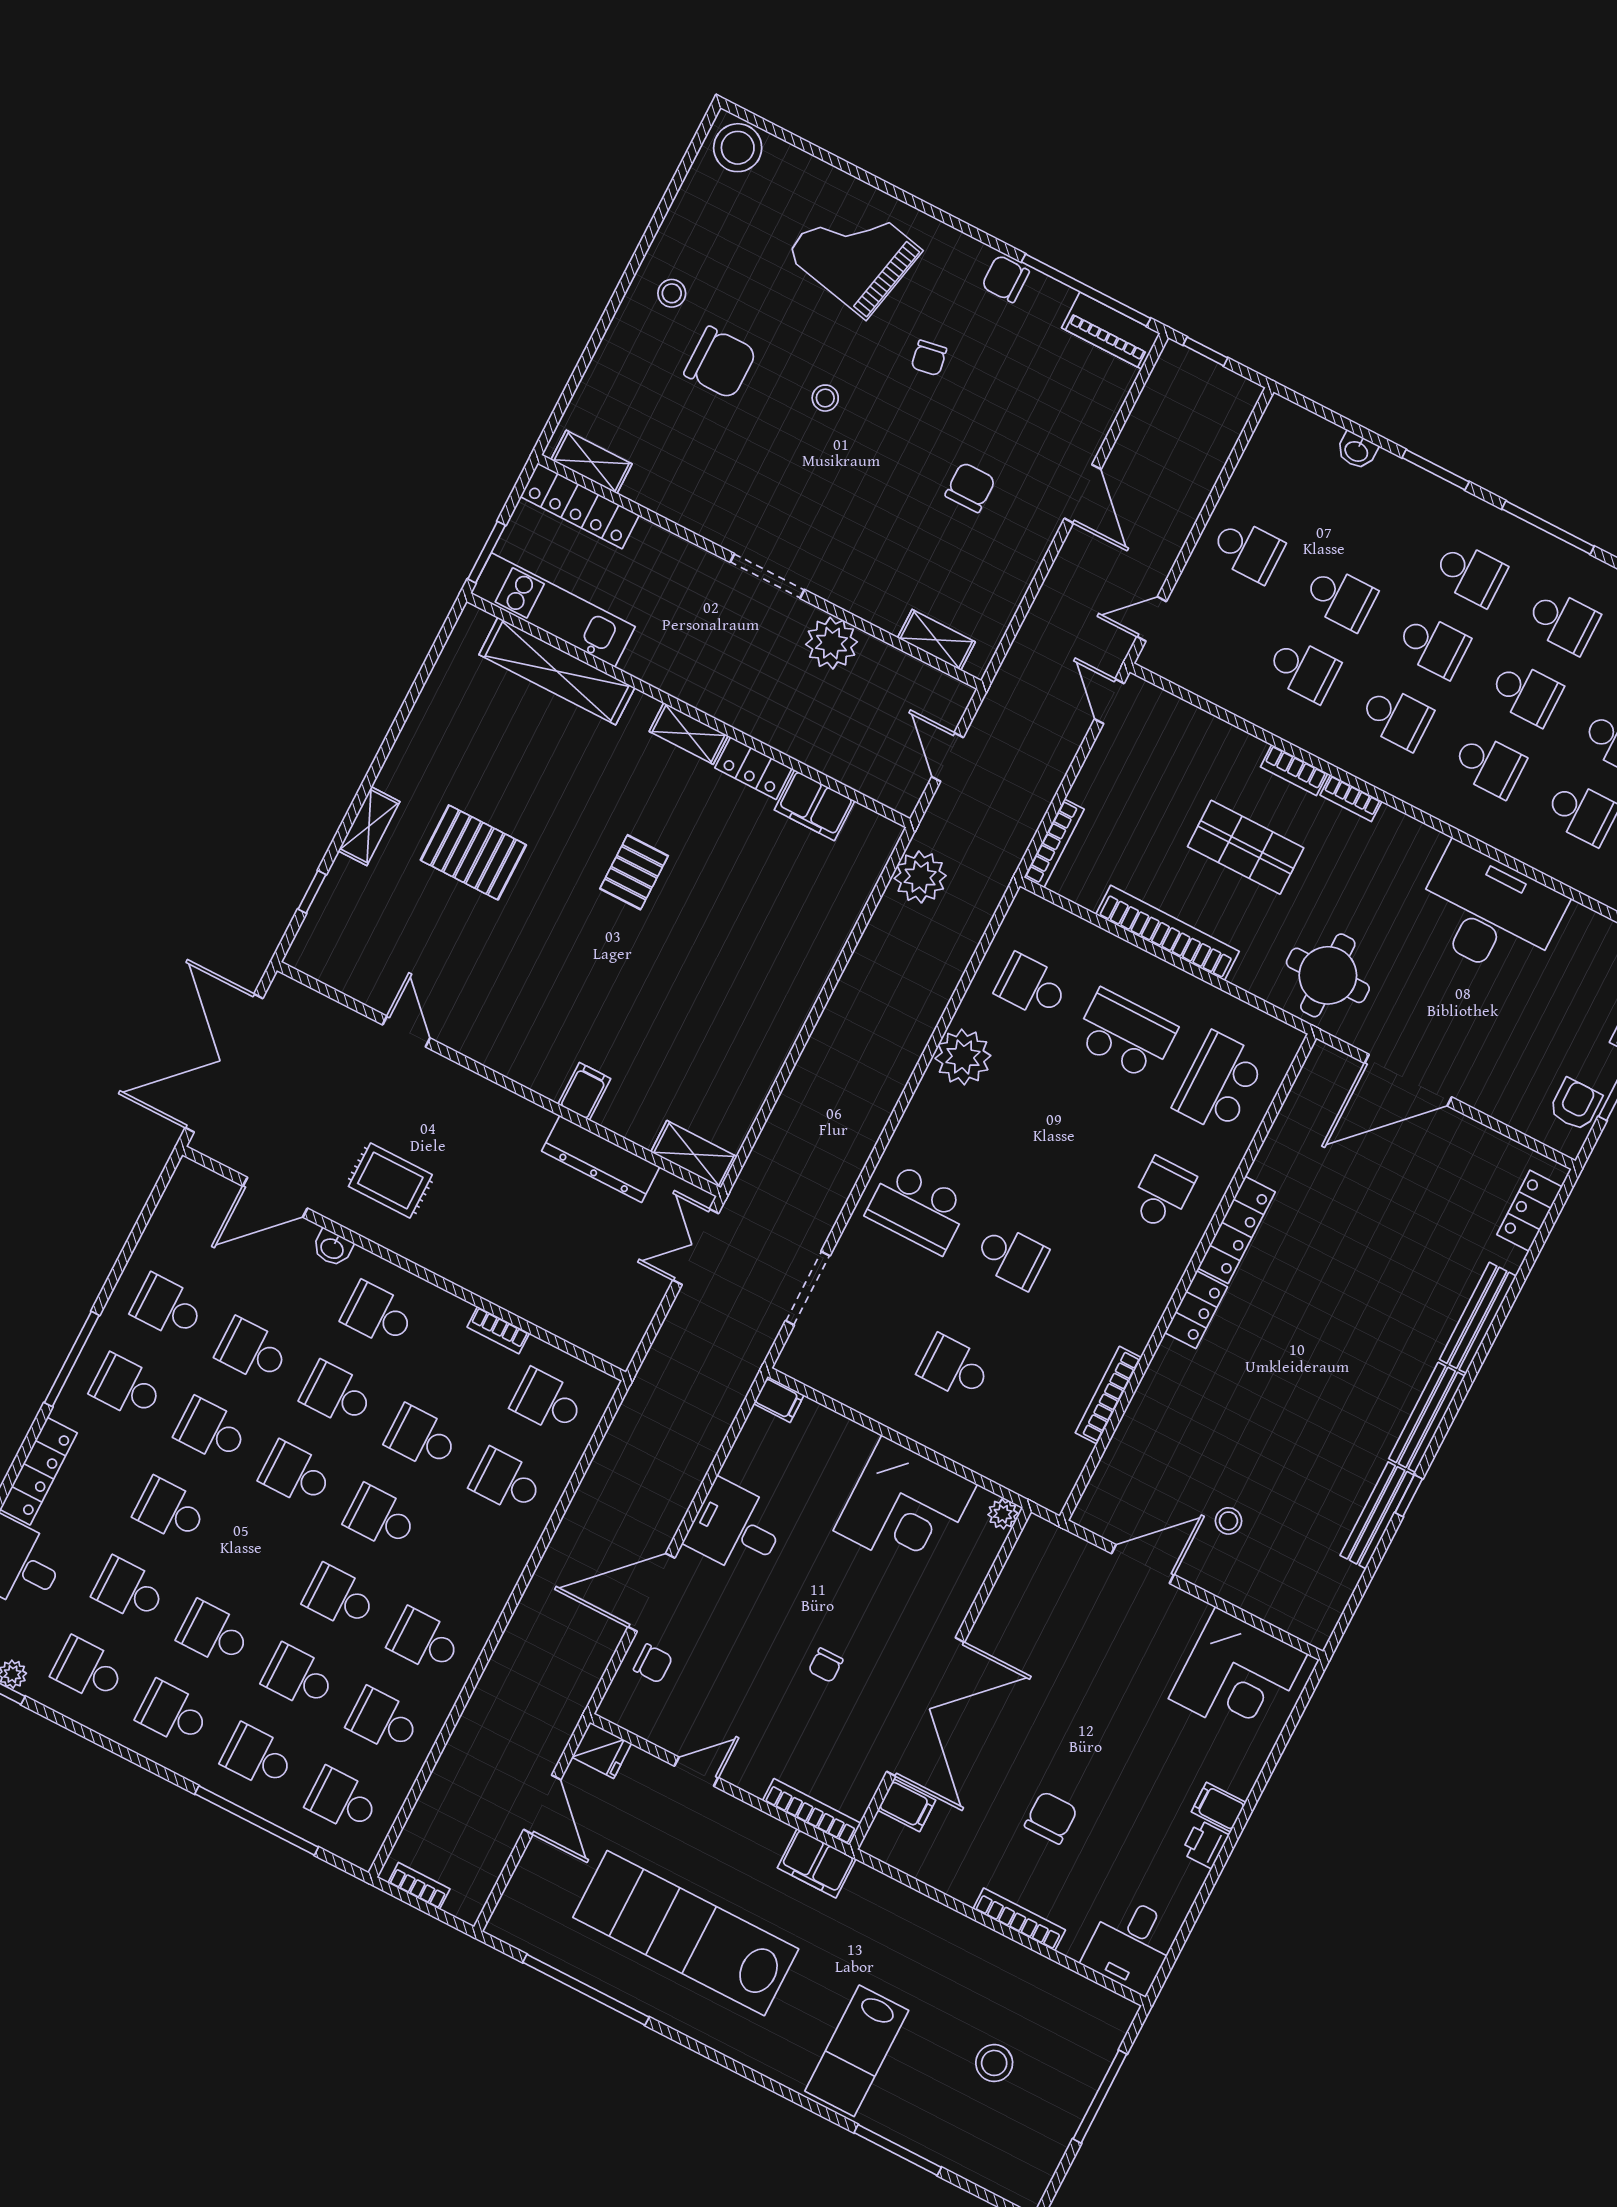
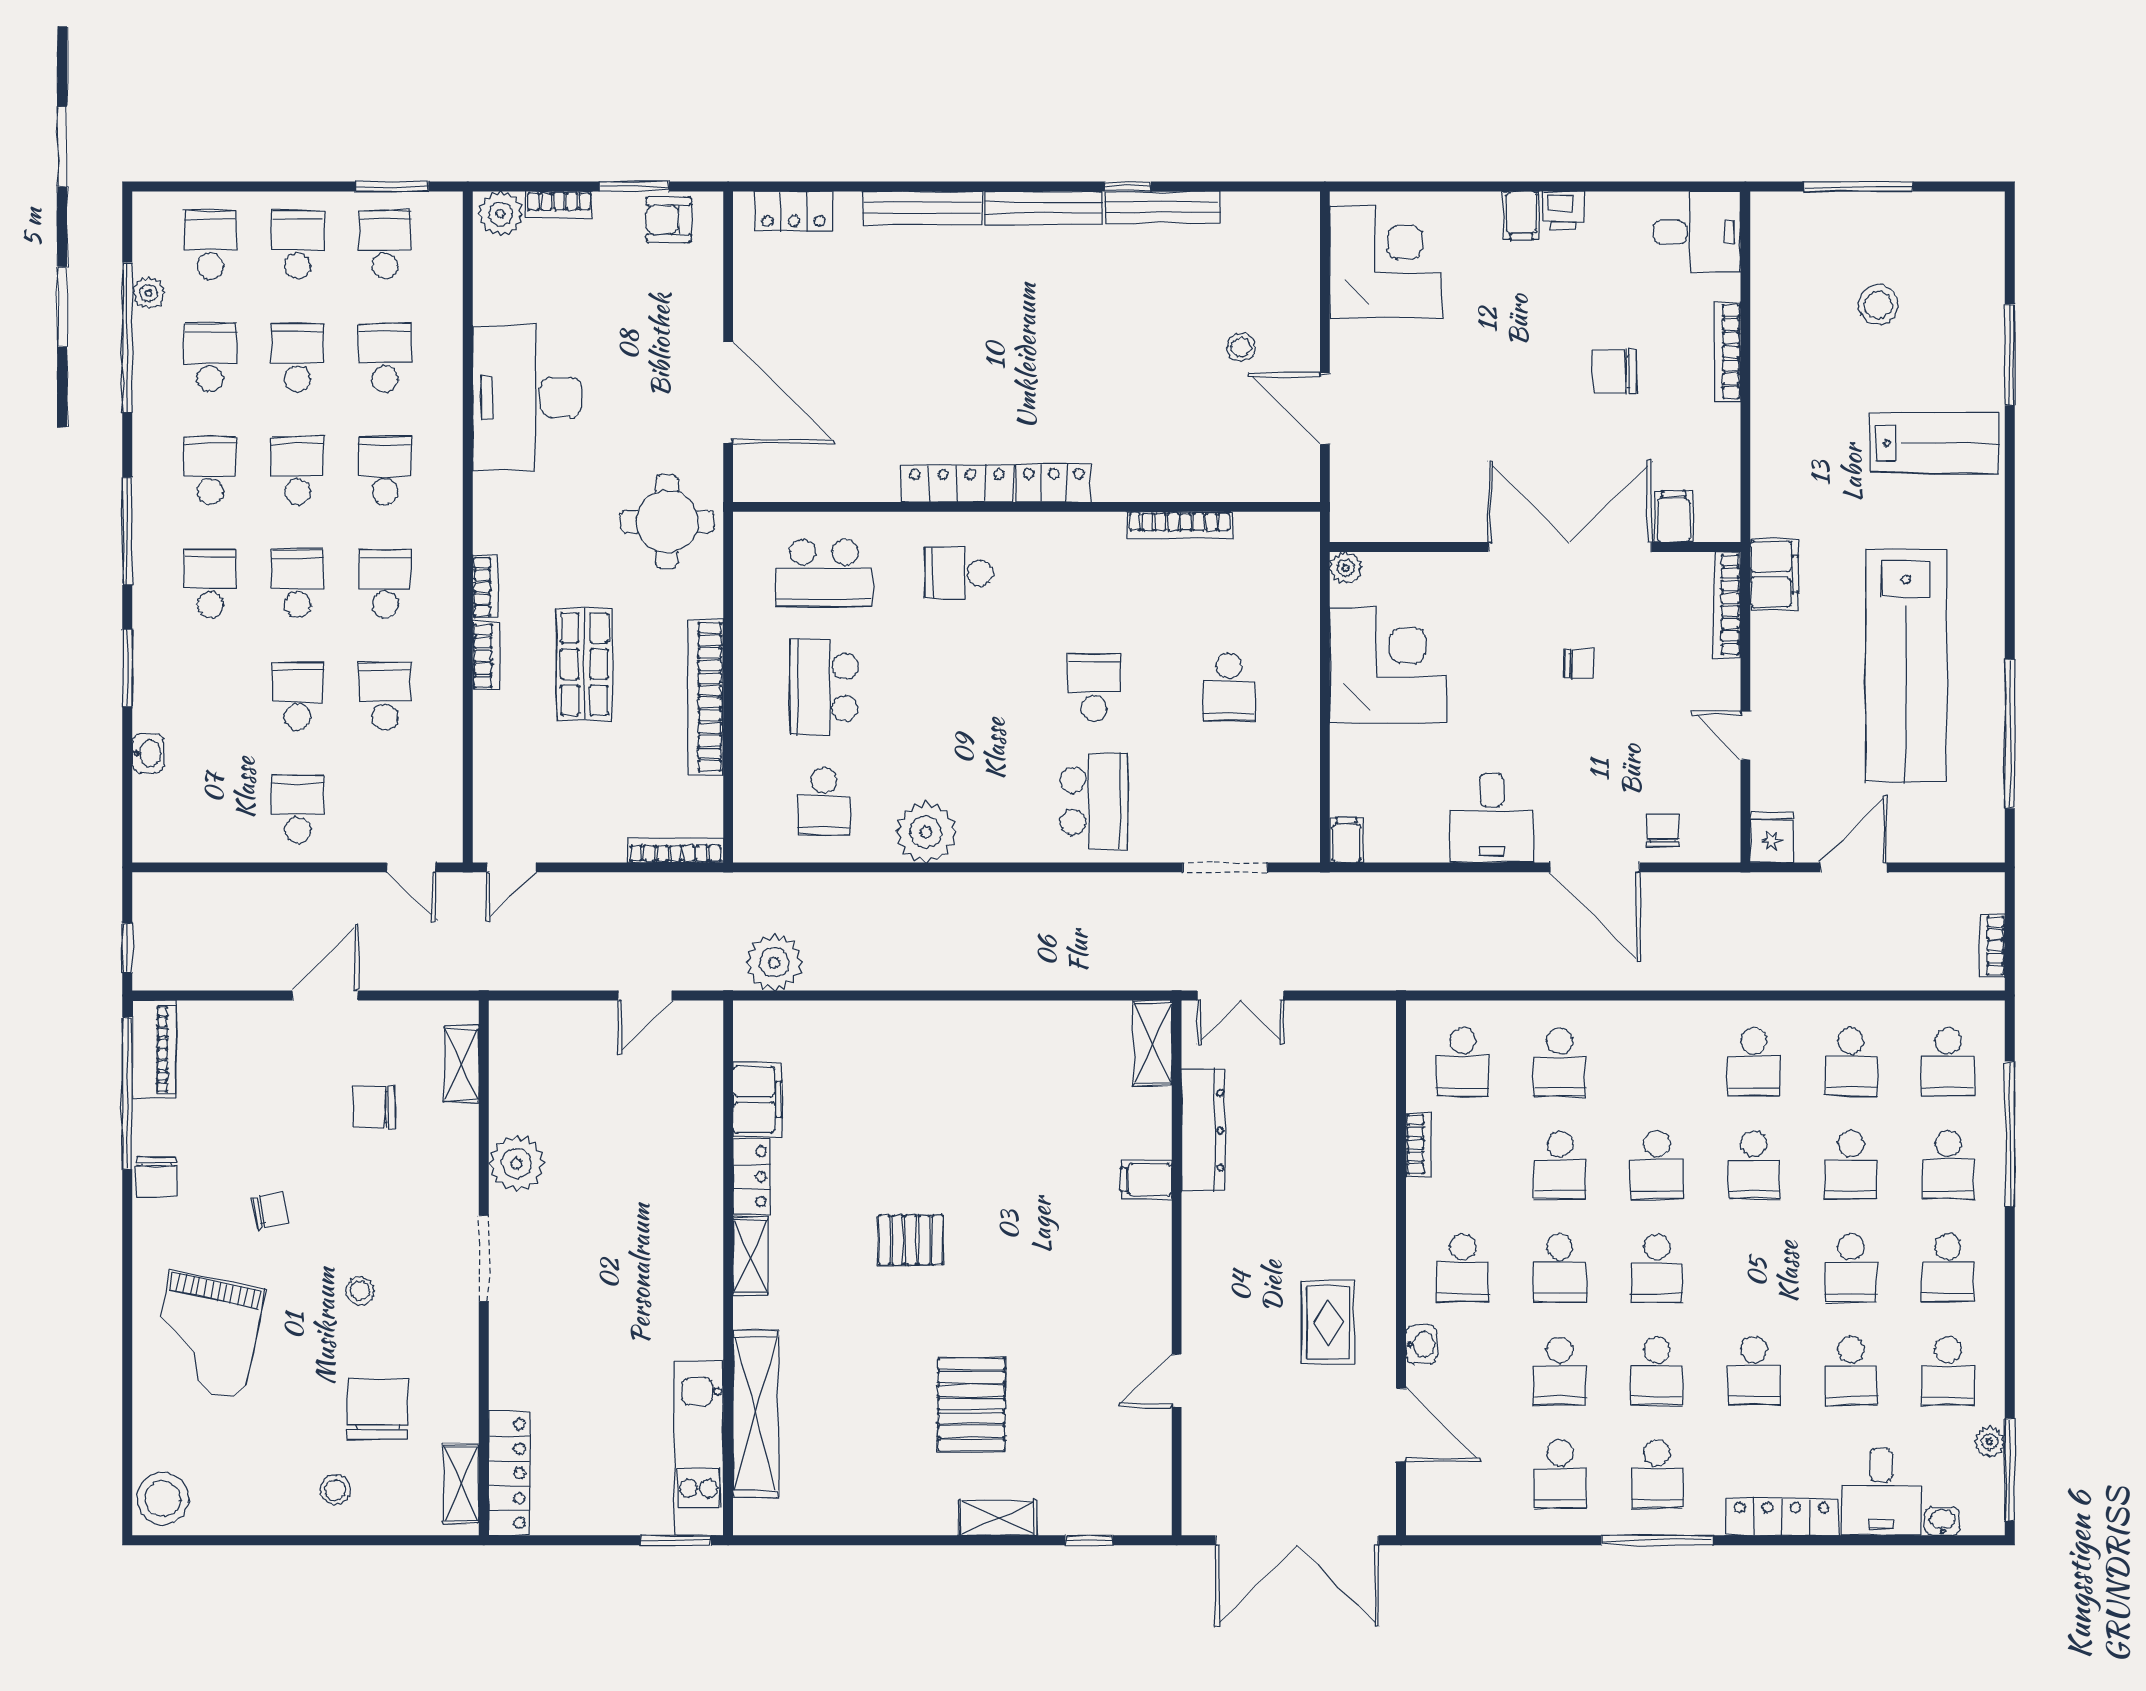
shelving: (592, 462) -> (461, 1484), moved
locker: (580, 506) -> (509, 1473), moved
wall: (759, 572) -> (484, 1268), moved
doorway: (767, 576) -> (484, 1258), moved
shelving: (936, 640) -> (462, 1064), moved
plant: (831, 643) -> (517, 1163), moved

